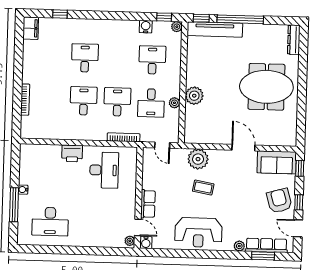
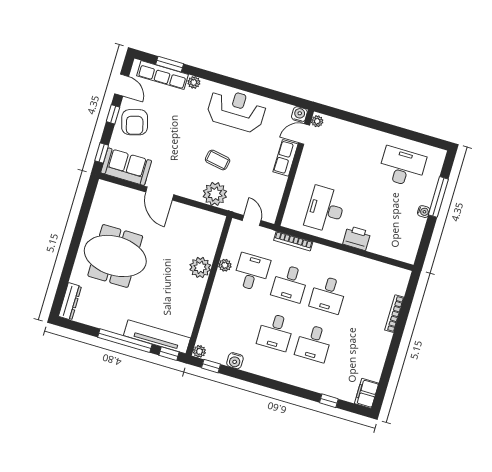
desk: (152, 60) -> (276, 332), moved
door: (138, 227) -> (304, 134), hinge flipped

